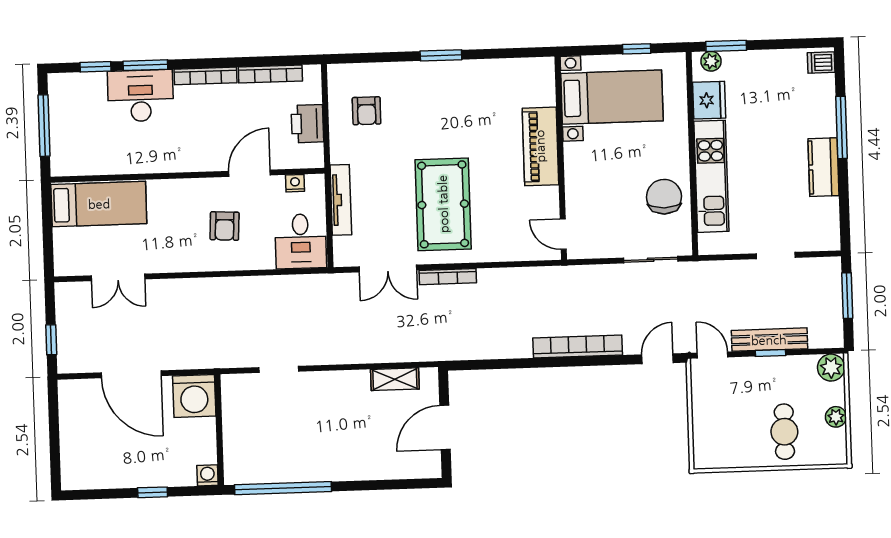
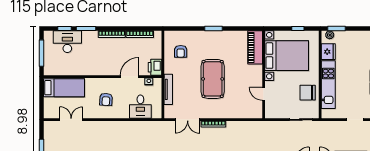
desk: (141, 96) -> (67, 42), moved
bed with nightstands: (612, 97) -> (287, 56), width x1.36
printer: (307, 124) -> (155, 67), moved
piano: (540, 146) -> (255, 47), moved
chair: (664, 197) -> (308, 93), turned -90
pool table: (443, 204) -> (213, 79), moved
armchair: (225, 226) -> (106, 99), moved
door: (563, 234) -> (264, 94), moved
desk: (301, 241) -> (140, 107), moved
double door: (118, 277) -> (71, 120), swing flipped

